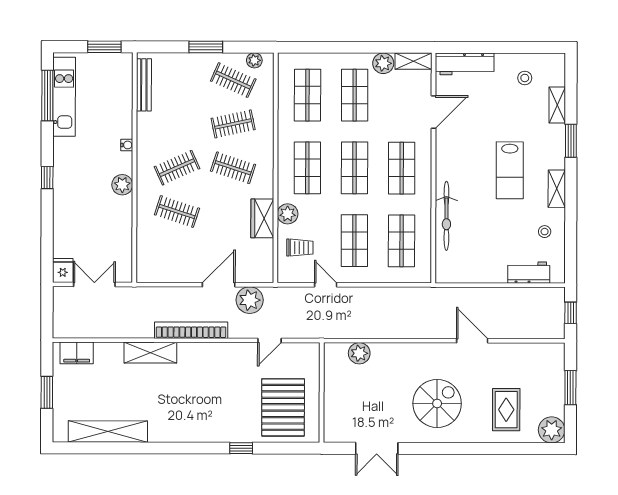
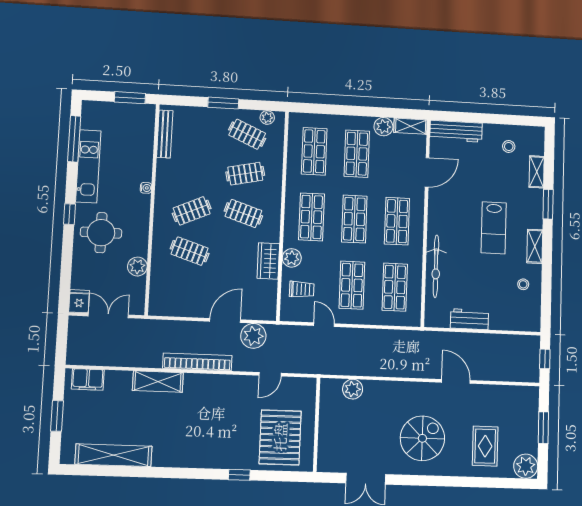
kitchen unit: (64, 97) -> (88, 166), moved
plant: (122, 185) -> (137, 267), moved
round table: (82, 196) -> (101, 233), added
workbench: (529, 273) -> (470, 319), moved

